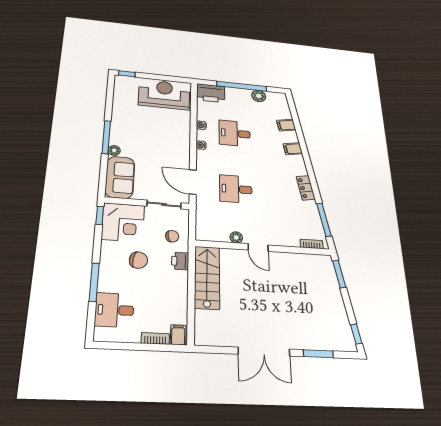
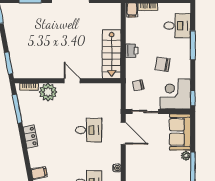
plant: (236, 237) -> (48, 92), moved, width x1.87, depth x1.87
printer: (180, 261) -> (132, 51), moved

